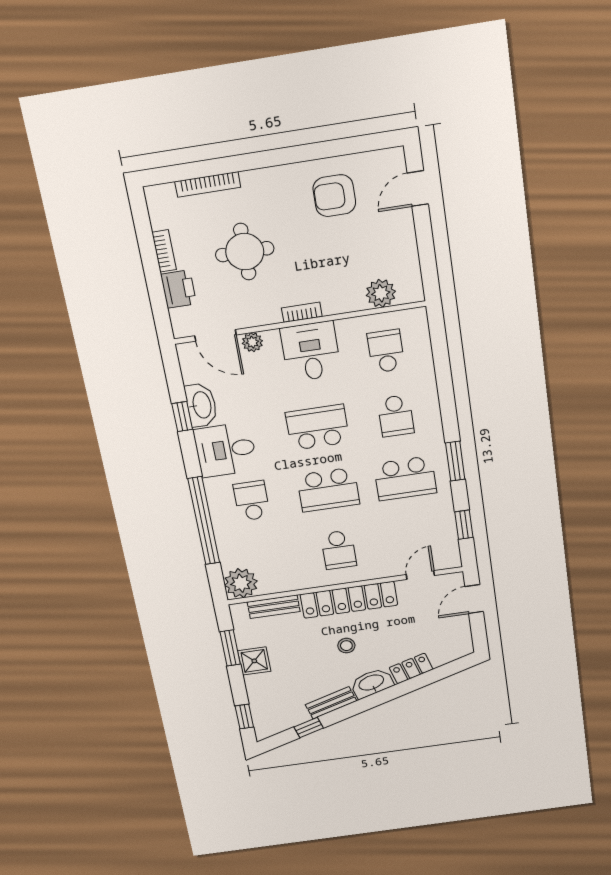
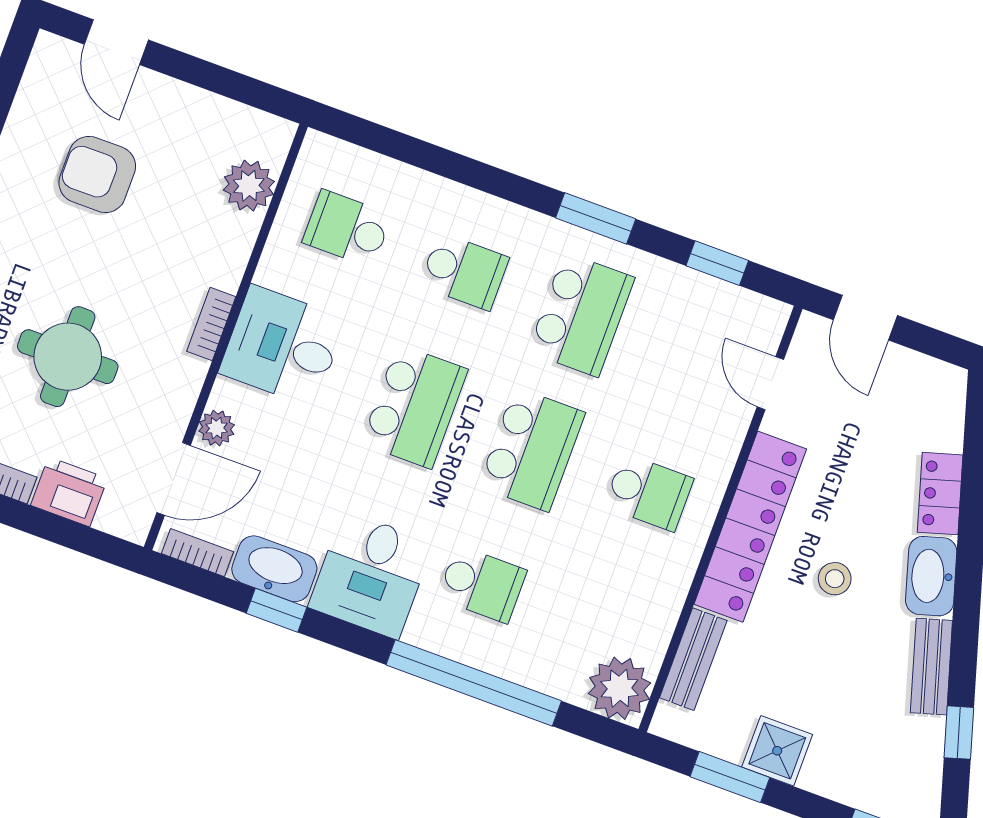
armchair: (334, 196) -> (97, 174), moved, turned 90
bookcase: (187, 366) -> (198, 553), added
school desk: (318, 427) -> (415, 406), turned 180
school desk: (252, 501) -> (482, 584), turned 180

